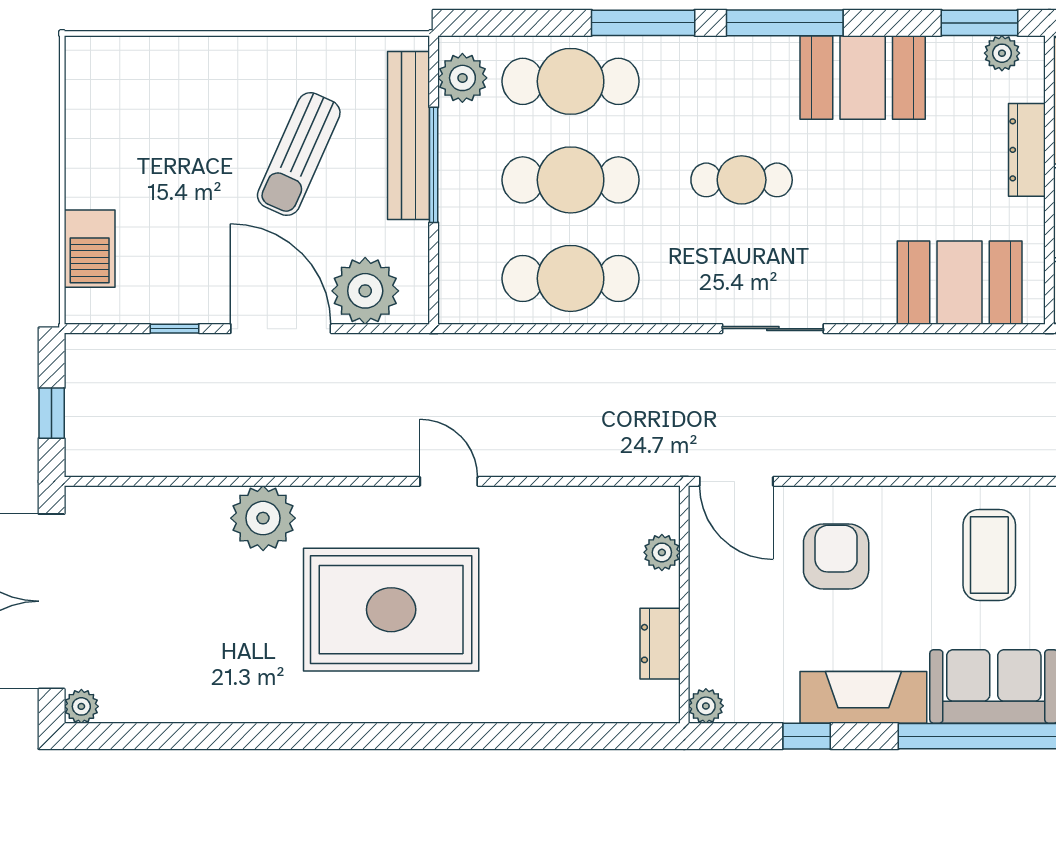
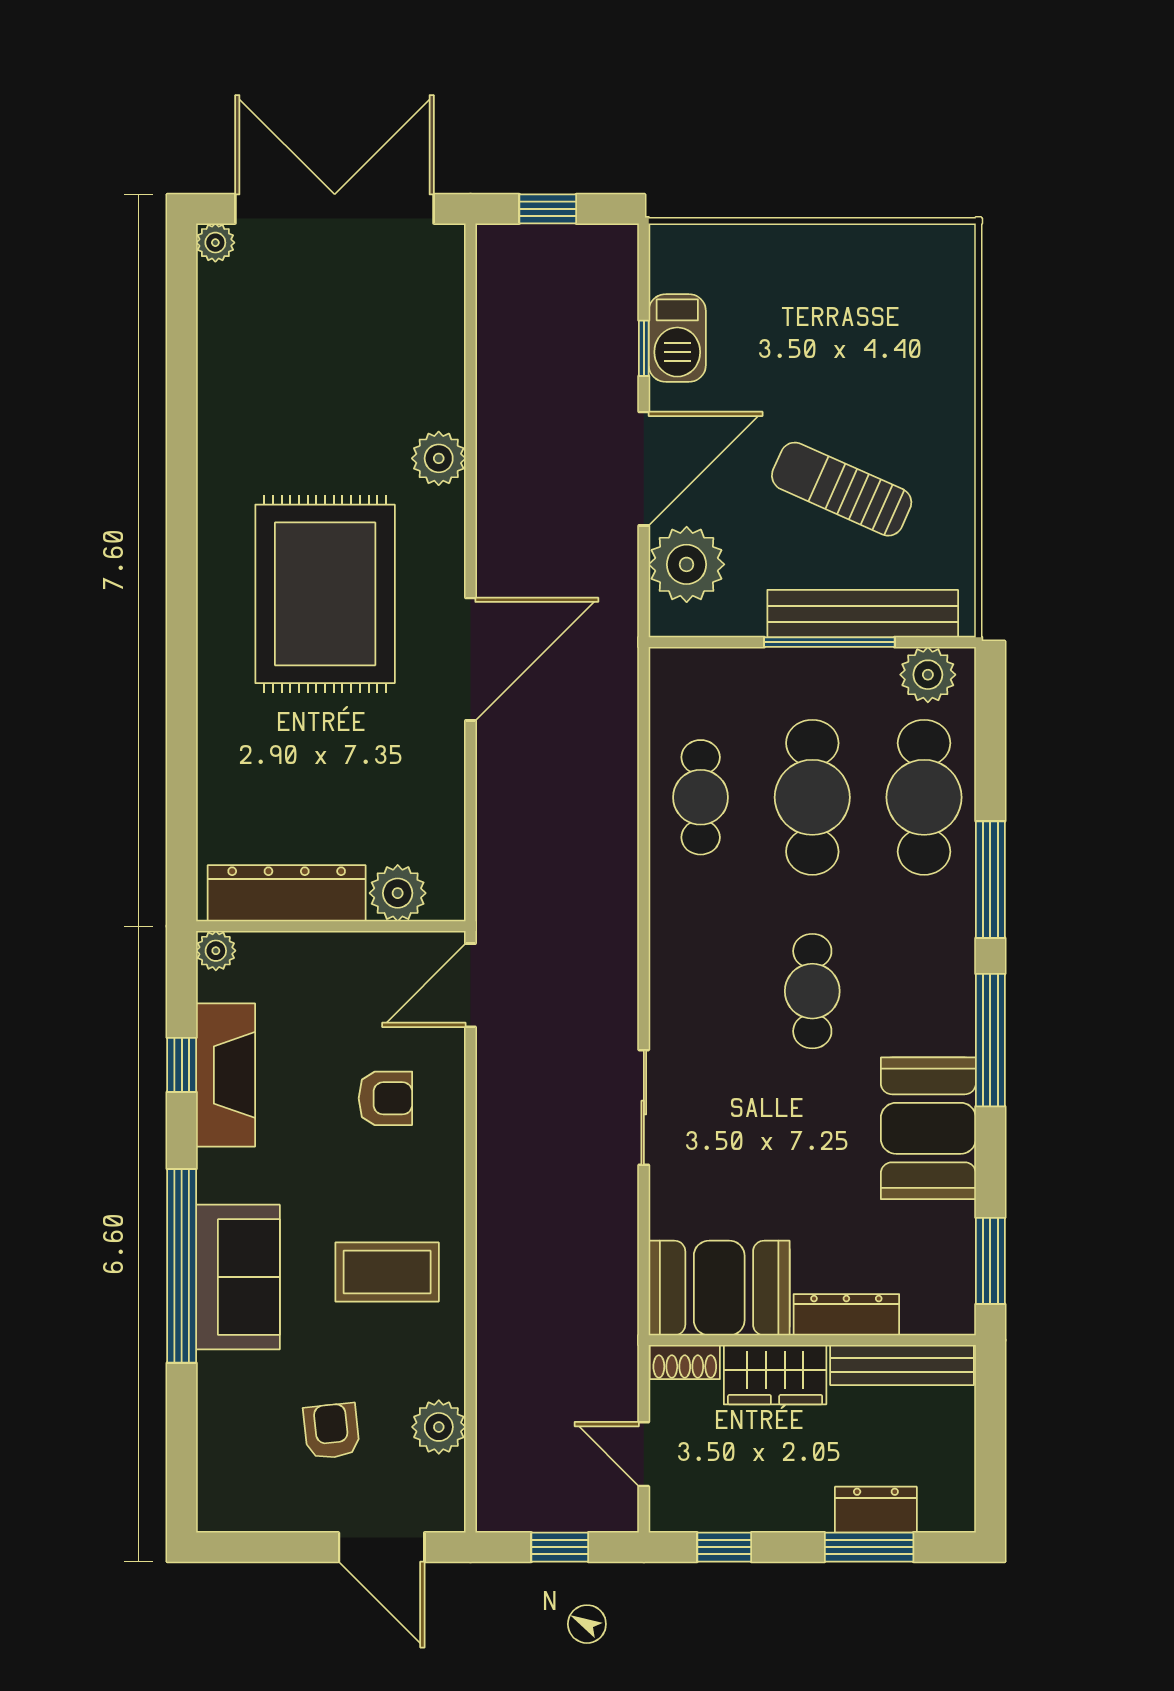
plant: (1002, 53) -> (956, 1286), removed
barbecue: (90, 249) -> (677, 338), moved, turned -90
cafe table: (571, 278) -> (701, 797), width x0.73, depth x0.74
booth: (960, 283) -> (719, 1288), moved, turned 90
sliding door: (773, 329) -> (644, 1107), moved
door: (449, 481) -> (471, 659), width x1.88
plant: (263, 518) -> (439, 458), width x0.73, depth x0.73
plant: (662, 552) -> (398, 893), width x1.38, depth x1.38
armchair: (836, 556) -> (385, 1098), width x0.72, depth x0.72
dresser: (660, 644) -> (287, 893), width x1.96, depth x1.24
fireplace: (863, 697) -> (226, 1075), moved

